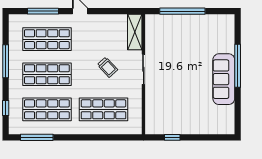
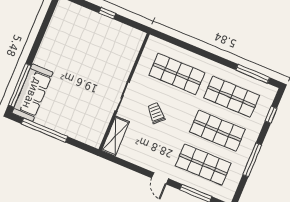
window: (182, 11) -> (44, 130), moved
window: (238, 66) -> (20, 85), moved
sofa: (224, 79) -> (32, 93), moved
window: (172, 137) -> (107, 13), moved

